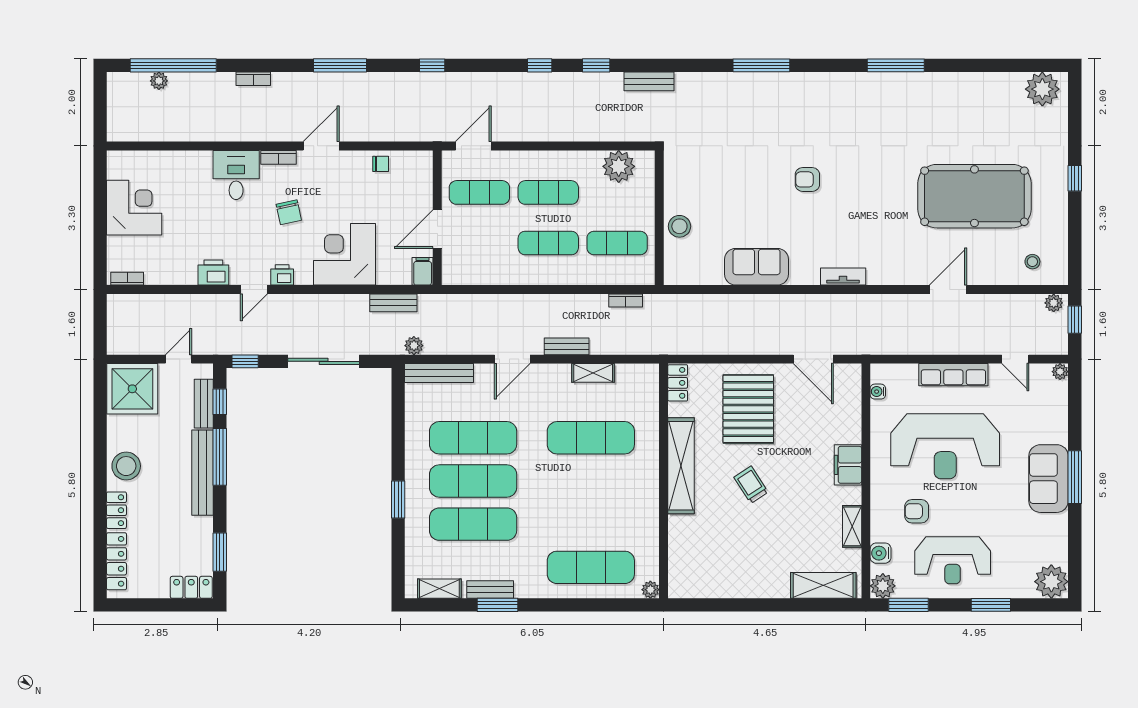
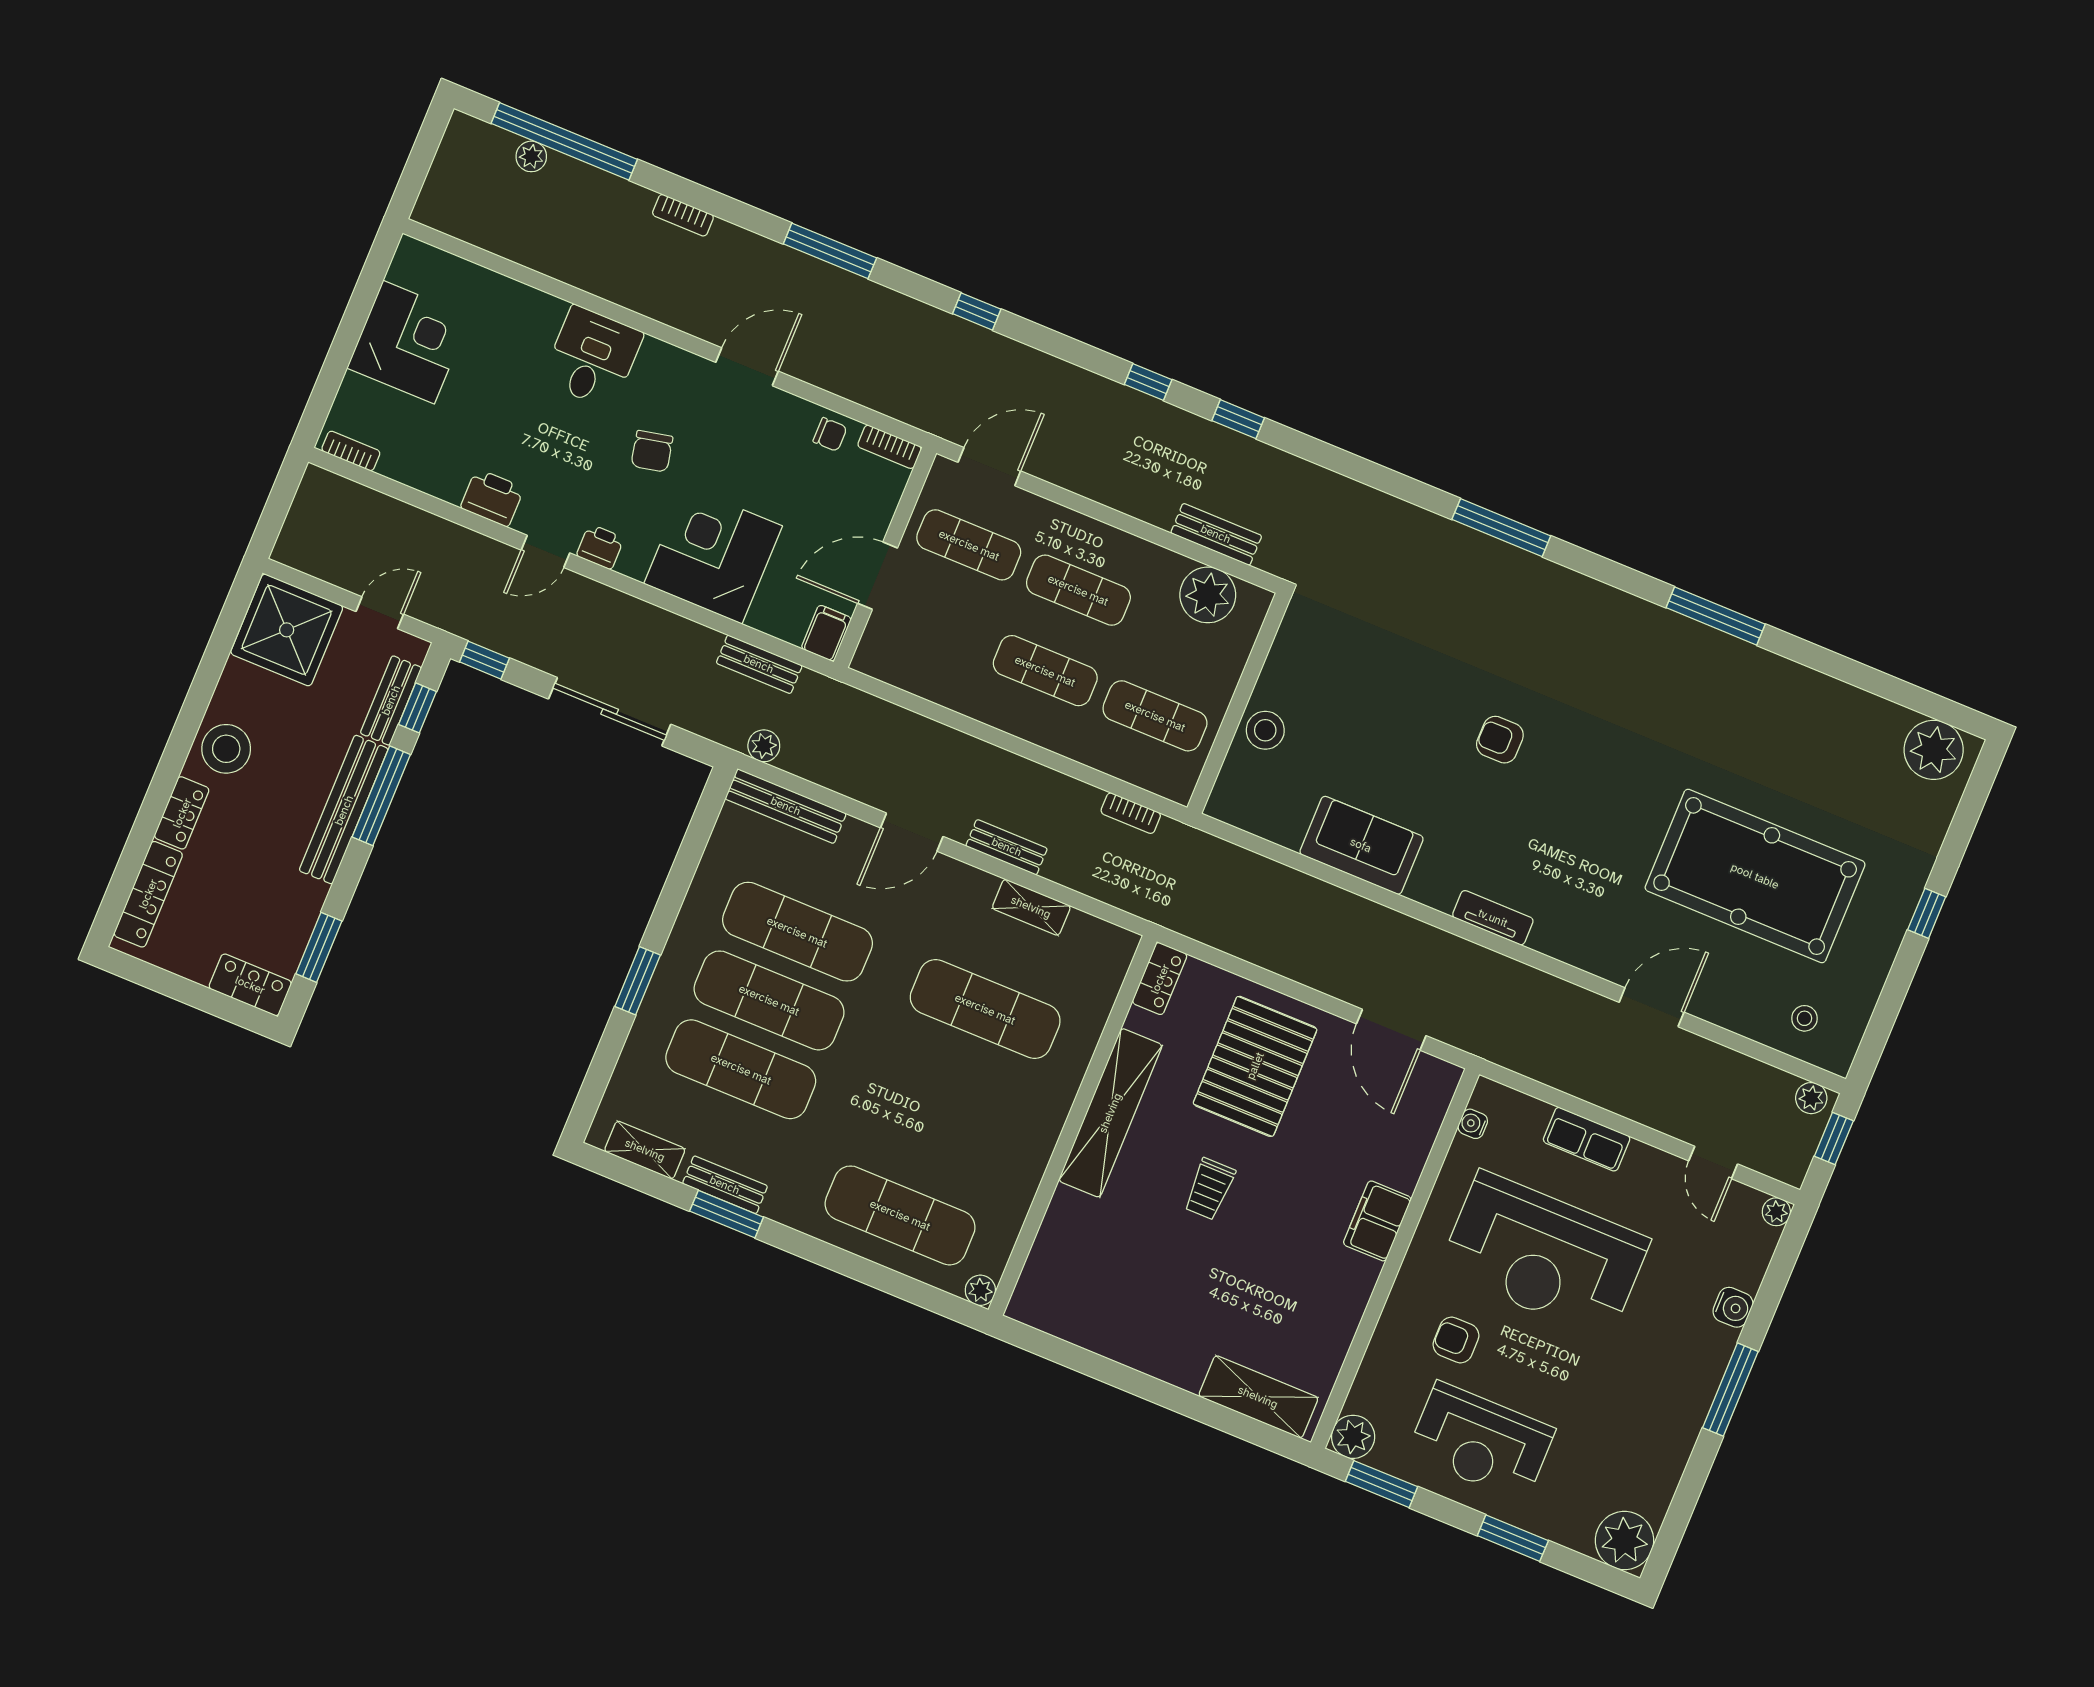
bench: (649, 81) -> (1216, 534), moved
bookcase: (278, 157) -> (890, 447), moved
row of seats: (953, 375) -> (1587, 1139), width x0.68
sofa: (1049, 479) -> (1688, 1375), removed
trolley: (751, 485) -> (1210, 1189), turned -147
shelving: (852, 526) -> (1343, 1322), removed
water cooler: (881, 553) -> (1733, 1307), moved, turned 180

